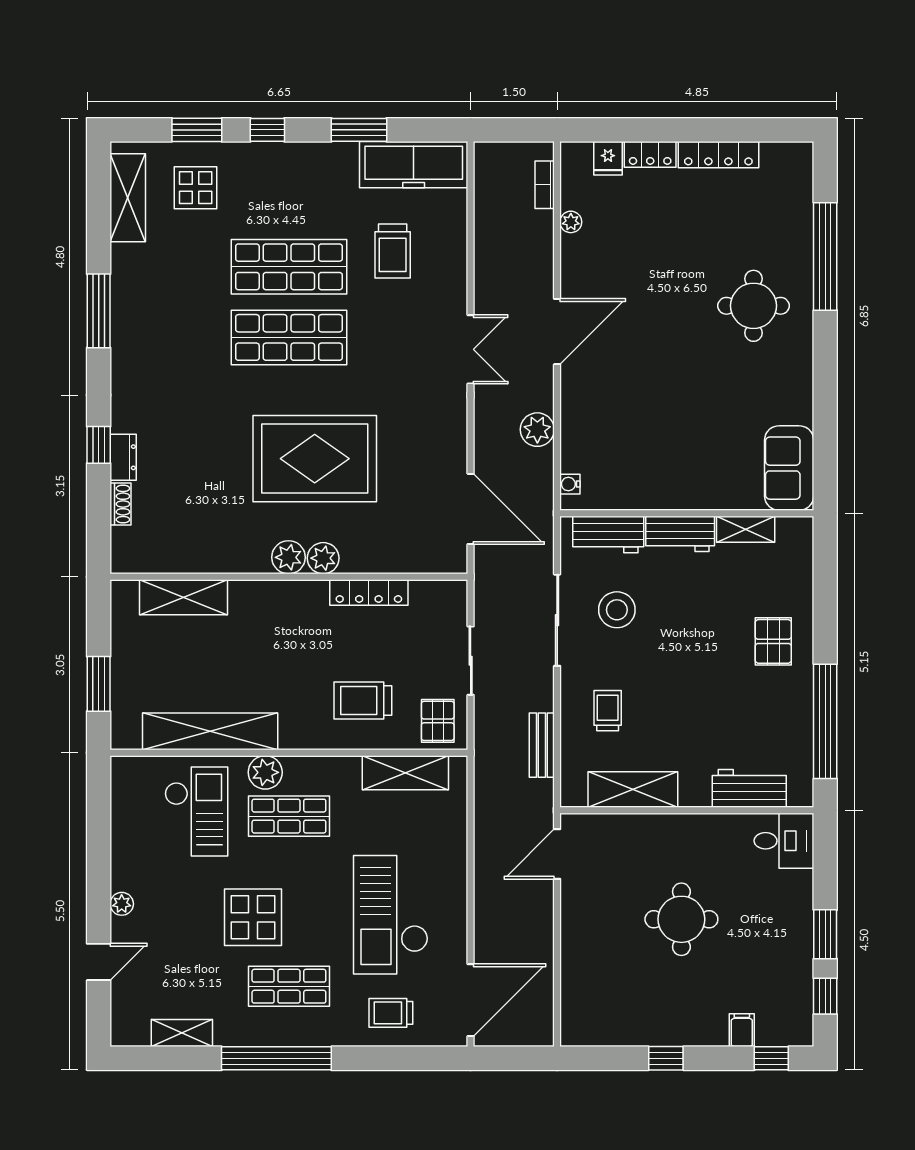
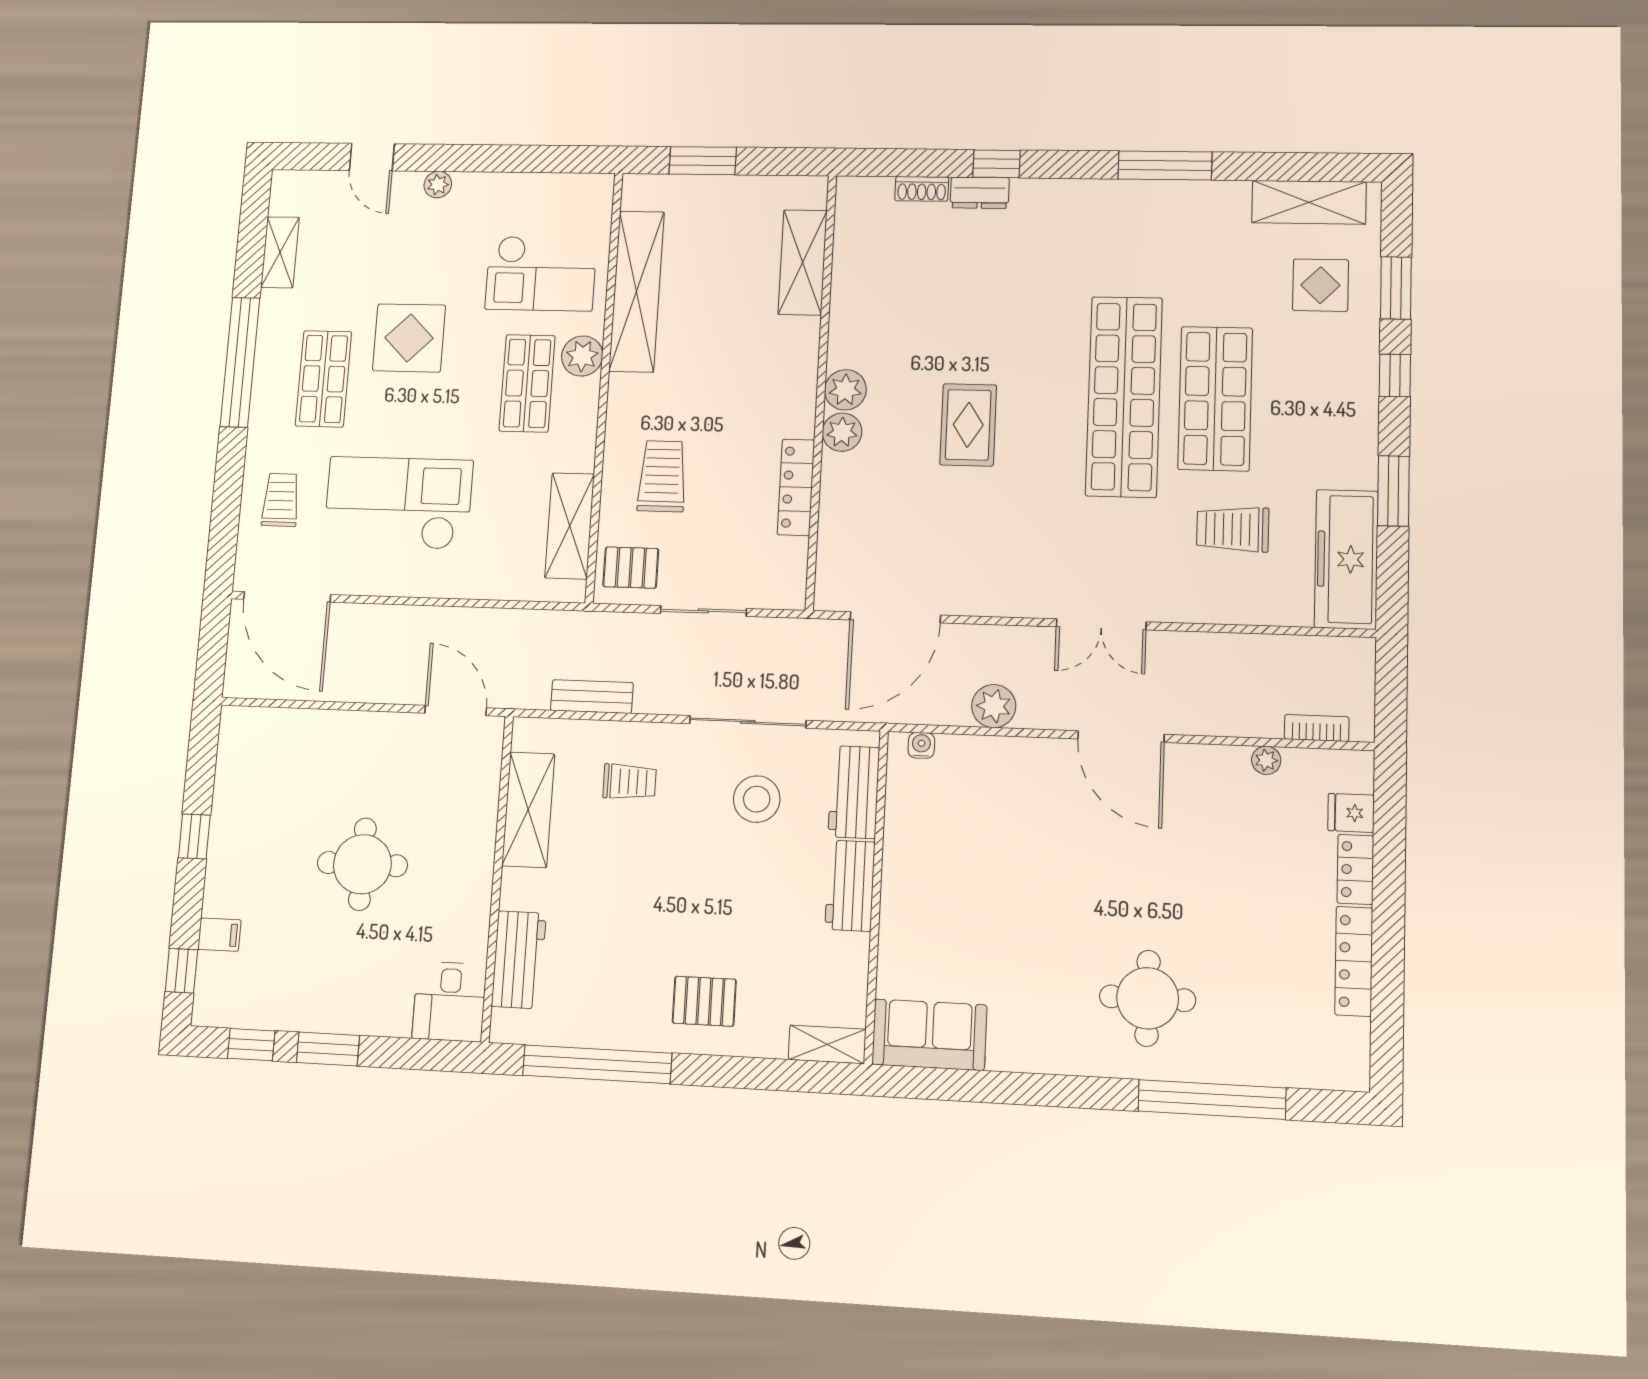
shop shelf: (289, 337) -> (1124, 396), width x1.40
rug: (315, 459) -> (968, 425), width x0.54, depth x0.49
shelving: (746, 529) -> (827, 1044), moved, turned 90

